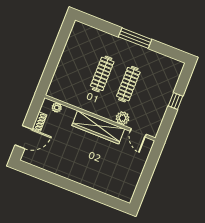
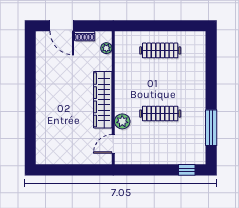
window: (135, 38) -> (211, 128), moved
clothes rail: (102, 74) -> (160, 50), moved
window: (175, 101) -> (187, 170), moved

